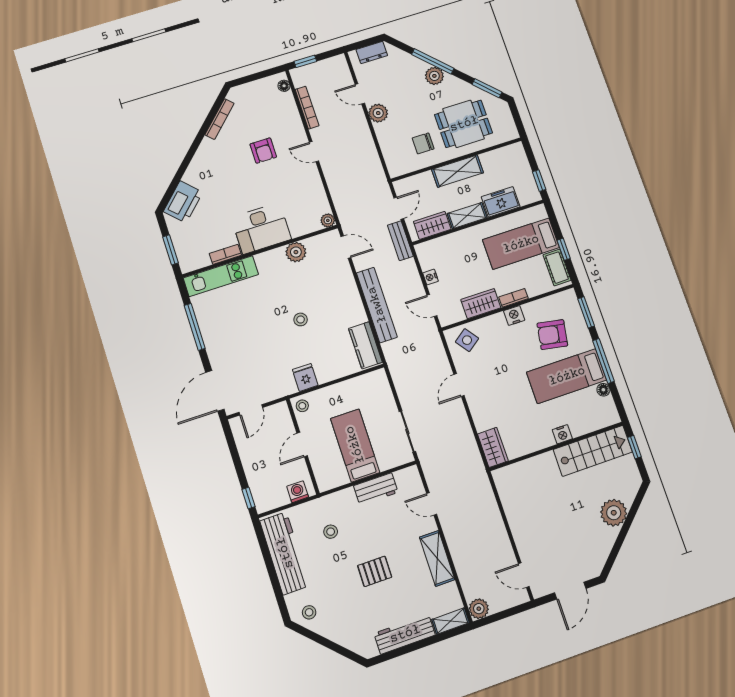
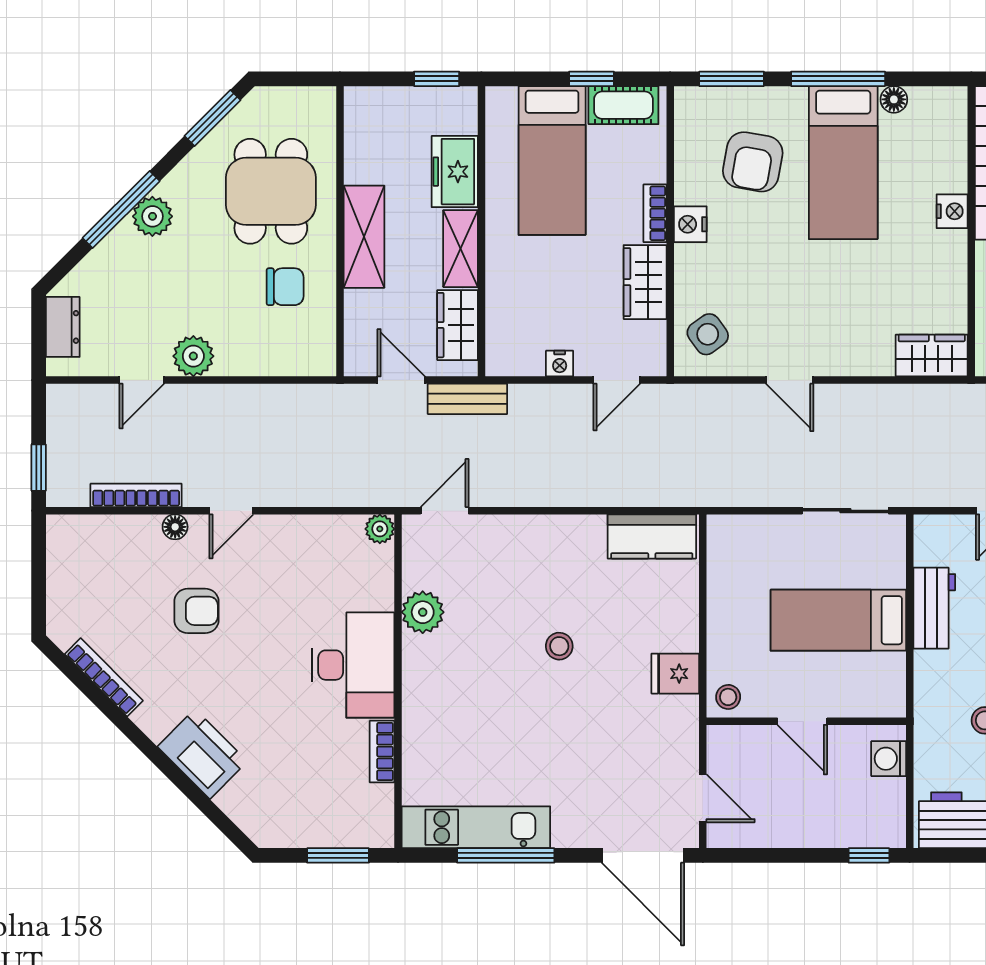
floor lamp: (284, 86) -> (175, 527), moved
chair: (423, 143) -> (285, 287), turned -90
printer: (183, 202) -> (202, 754), moved
kitchen unit: (221, 276) -> (476, 827), moved, turned -90
bench: (377, 305) -> (580, 488), removed

